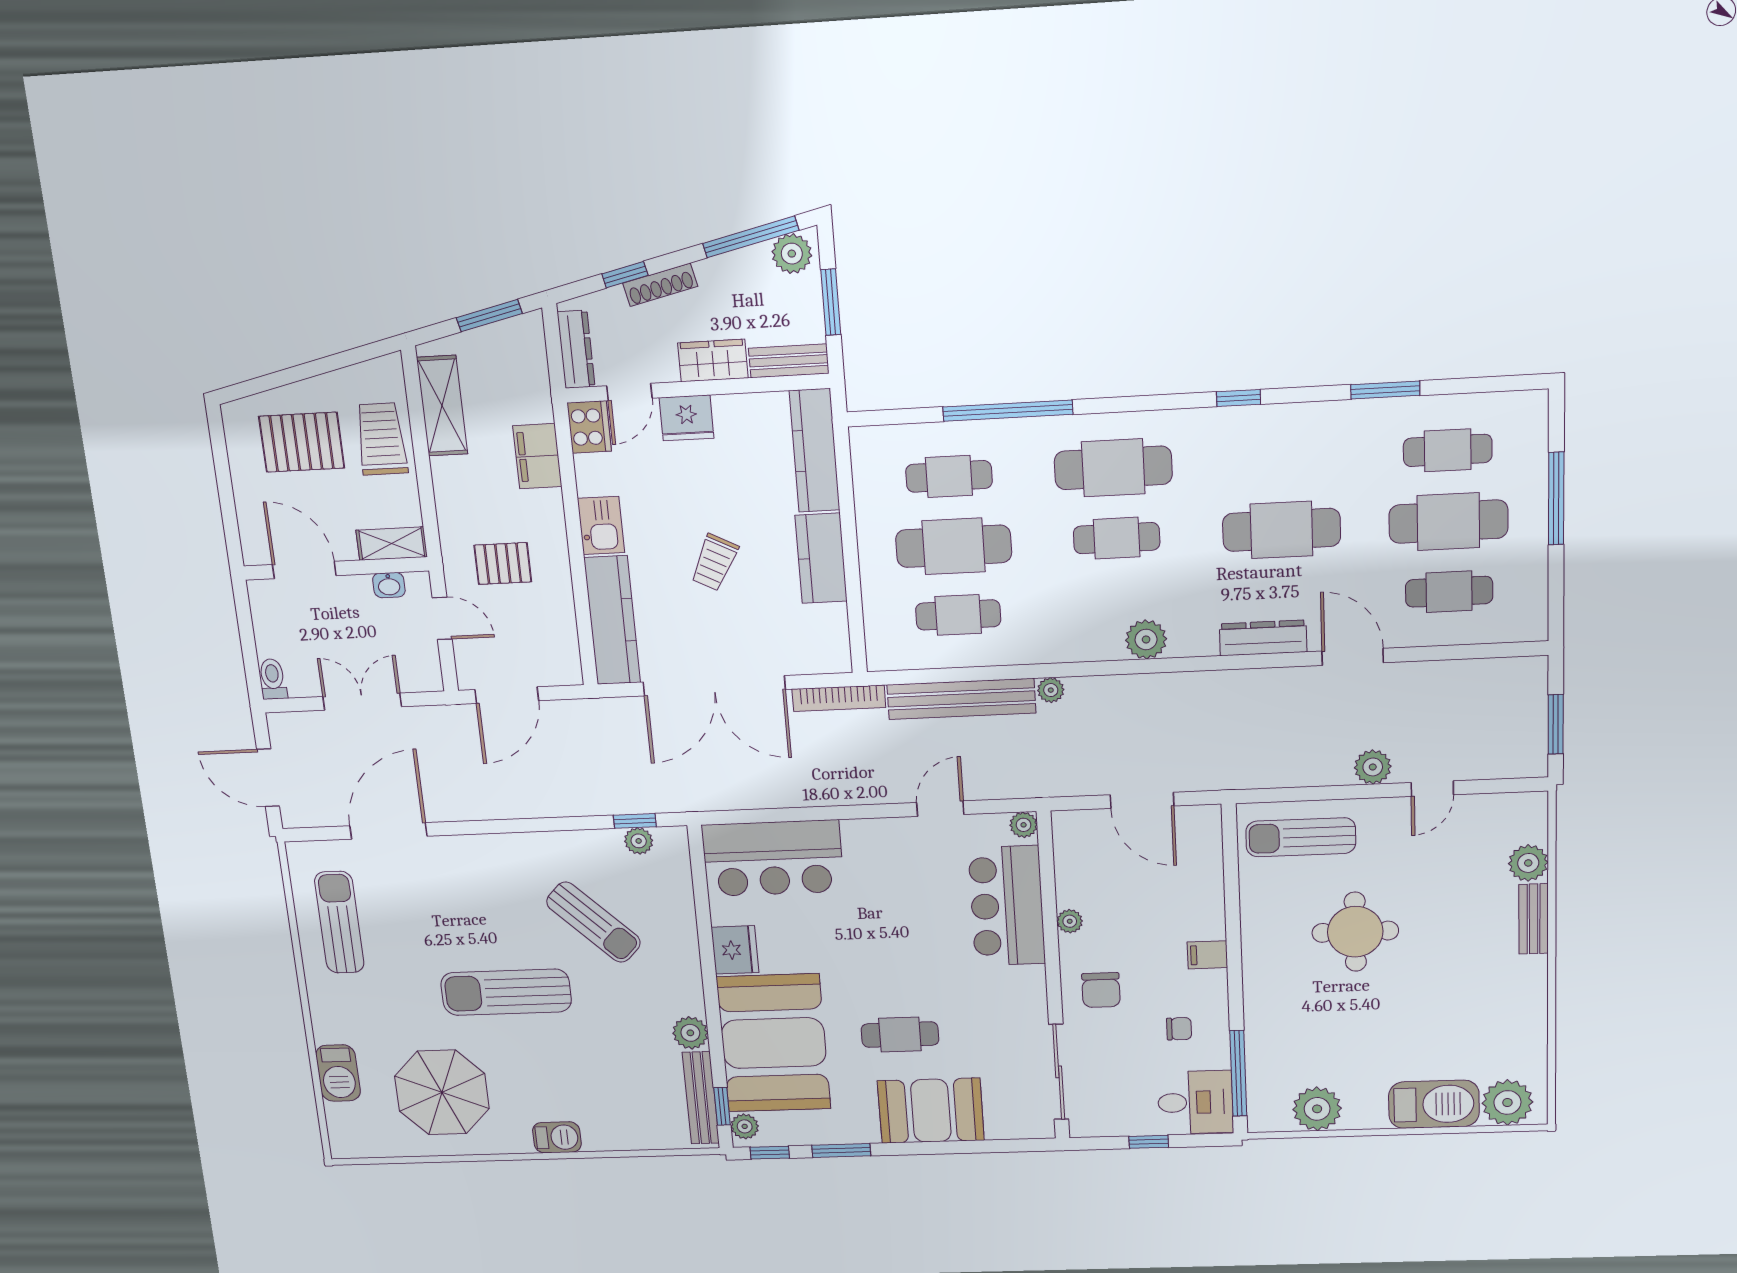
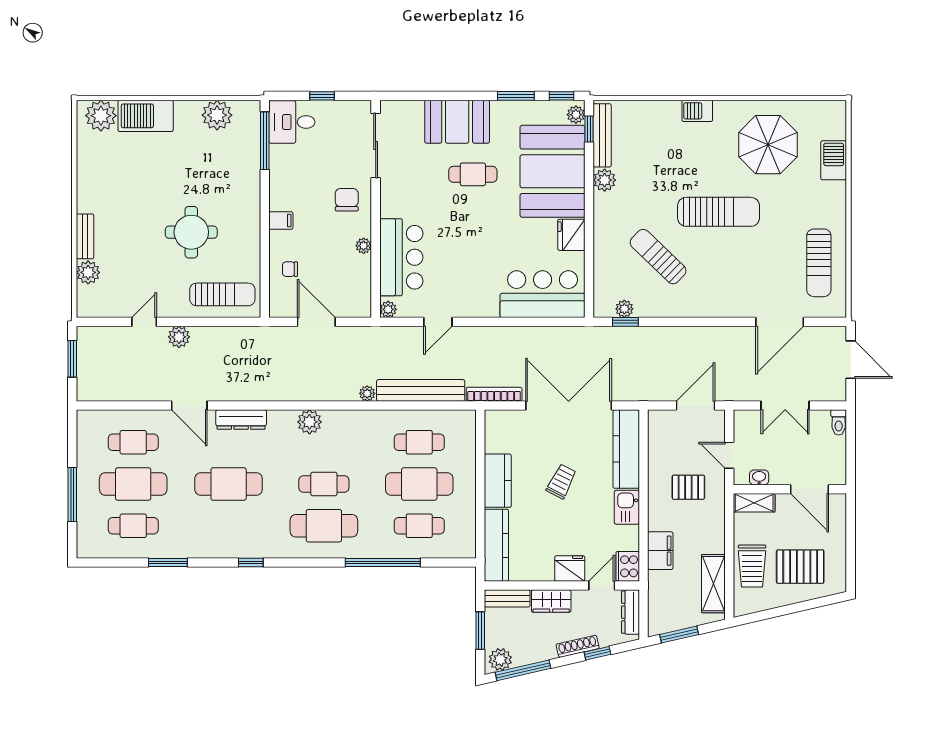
chair: (1179, 1029) -> (290, 269), moved

